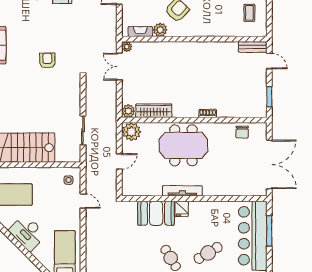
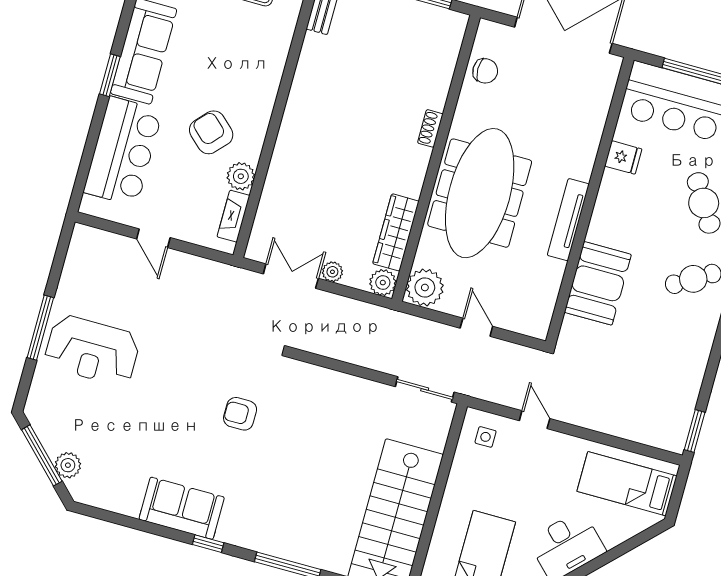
plant: (127, 47) -> (332, 272), moved
double door: (119, 67) -> (291, 276), swing flipped
sliding door: (83, 130) -> (425, 389), moved
meeting table: (183, 145) -> (480, 193), width x1.36
door: (83, 201) -> (535, 420), hinge flipped
fridge: (182, 209) -> (623, 157), moved

